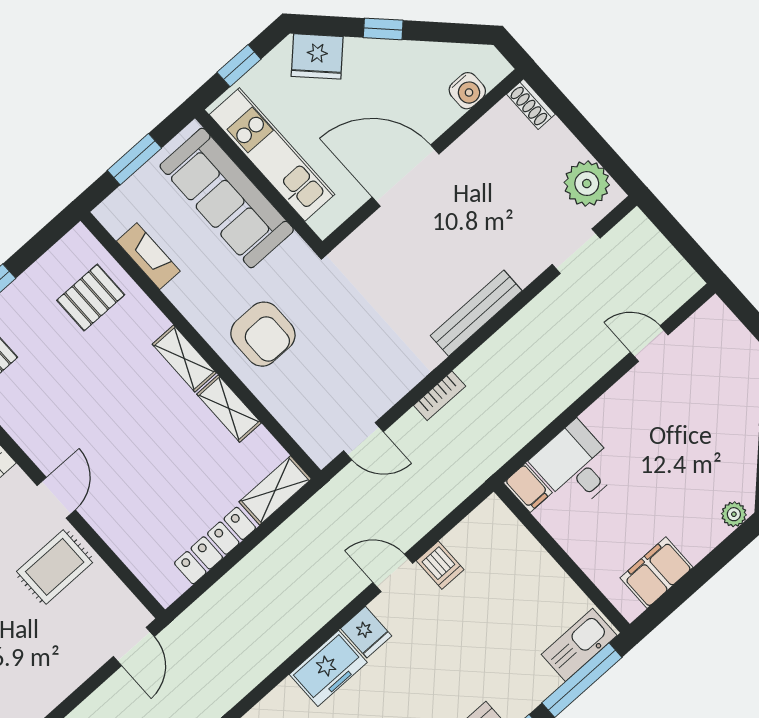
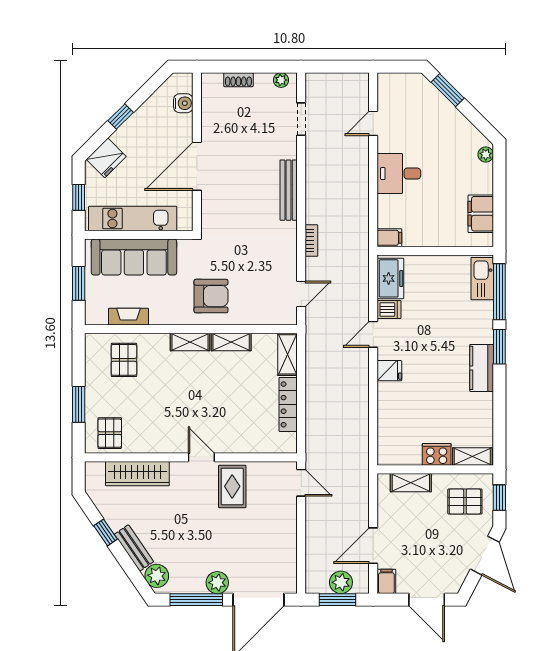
shoe rack: (531, 104) -> (238, 80), moved
plant: (587, 184) -> (281, 80), width x0.53, depth x0.53
desk: (576, 466) -> (399, 174), moved
freezer: (328, 668) -> (390, 278), moved

